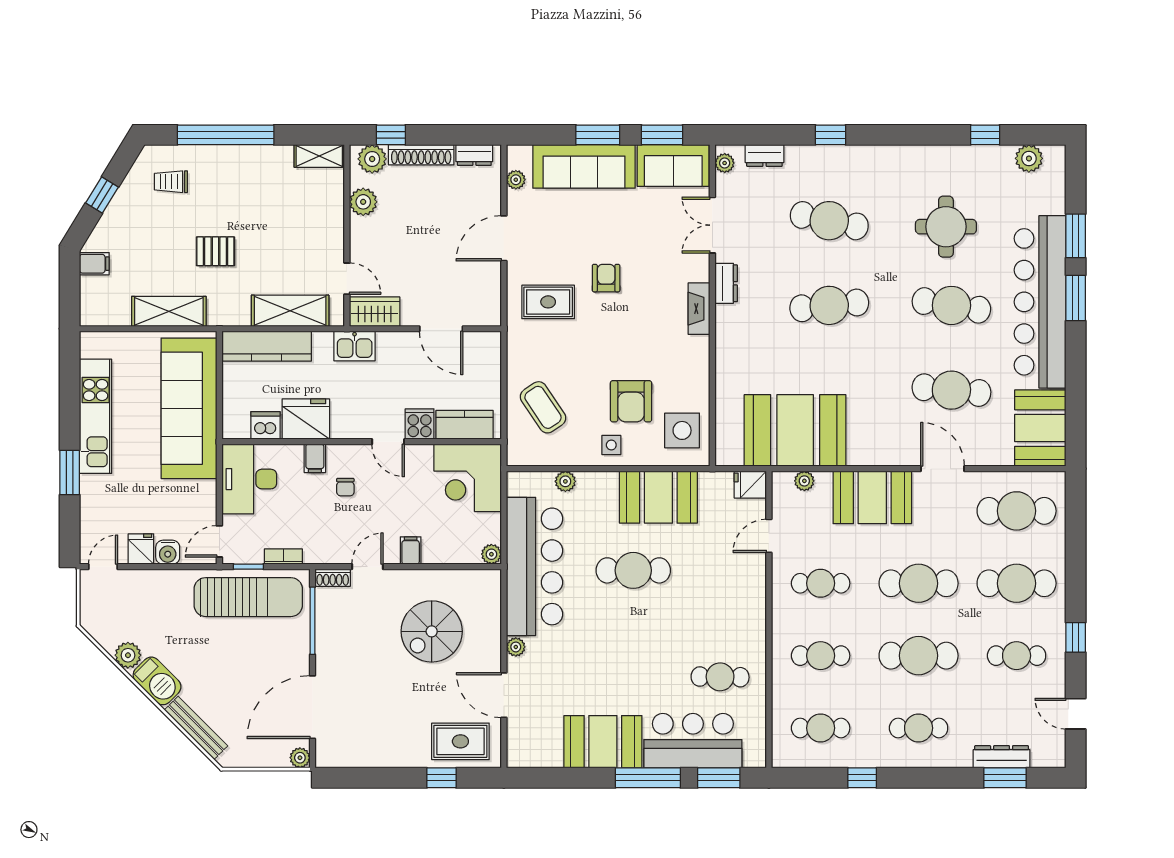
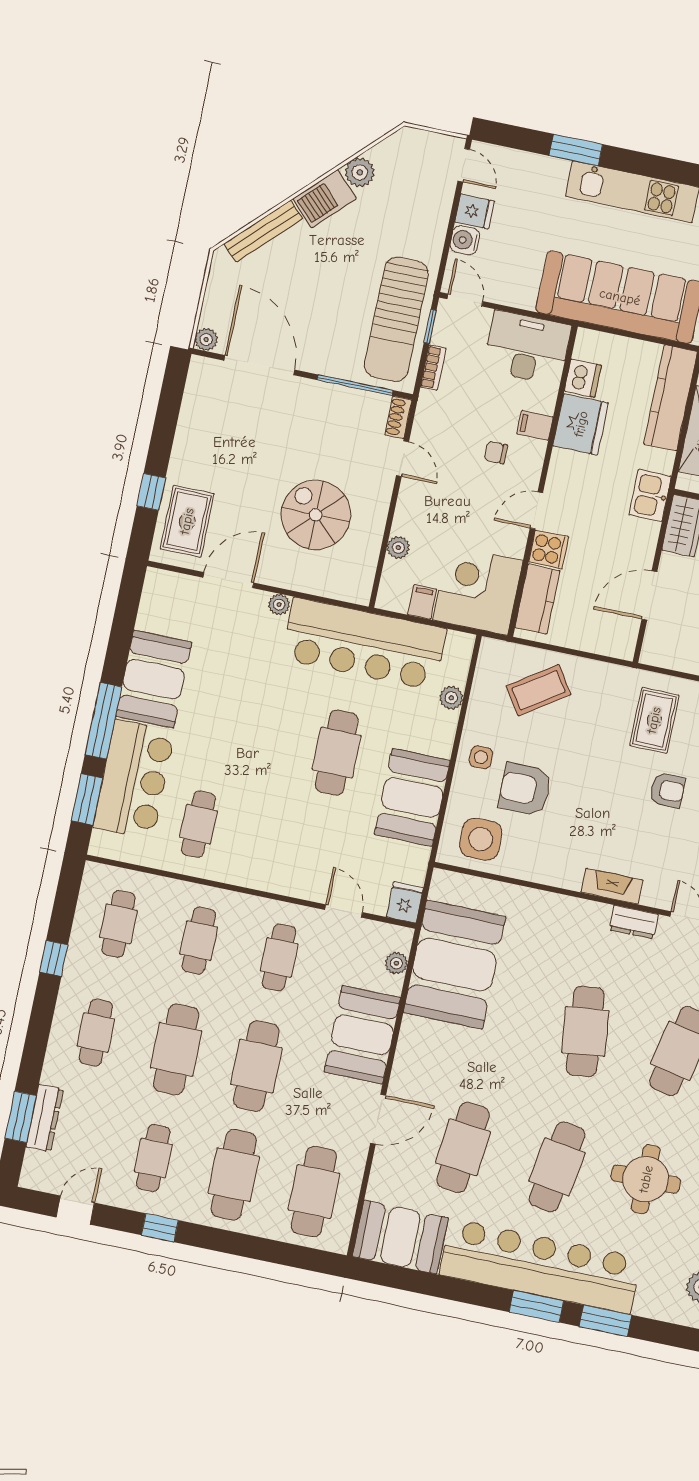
filing cabinet: (411, 551) -> (422, 602), moved, turned -90
plant: (491, 554) -> (398, 548), moved

